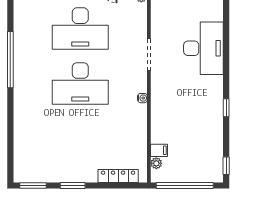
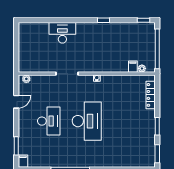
desk: (80, 29) -> (49, 121), width x0.73, depth x0.77
desk: (203, 48) -> (62, 33), width x0.73, depth x0.77

